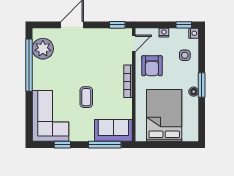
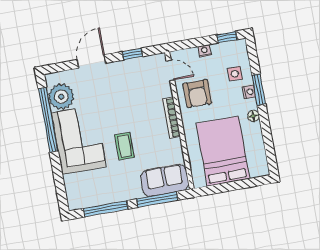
window: (117, 25) -> (132, 54), moved
nightstand: (194, 33) -> (249, 92), moved
door: (134, 43) -> (170, 70), hinge flipped
window: (202, 85) -> (259, 90), moved
corner sofa: (51, 116) -> (79, 140), moved
window: (62, 145) -> (106, 209), width x2.17

